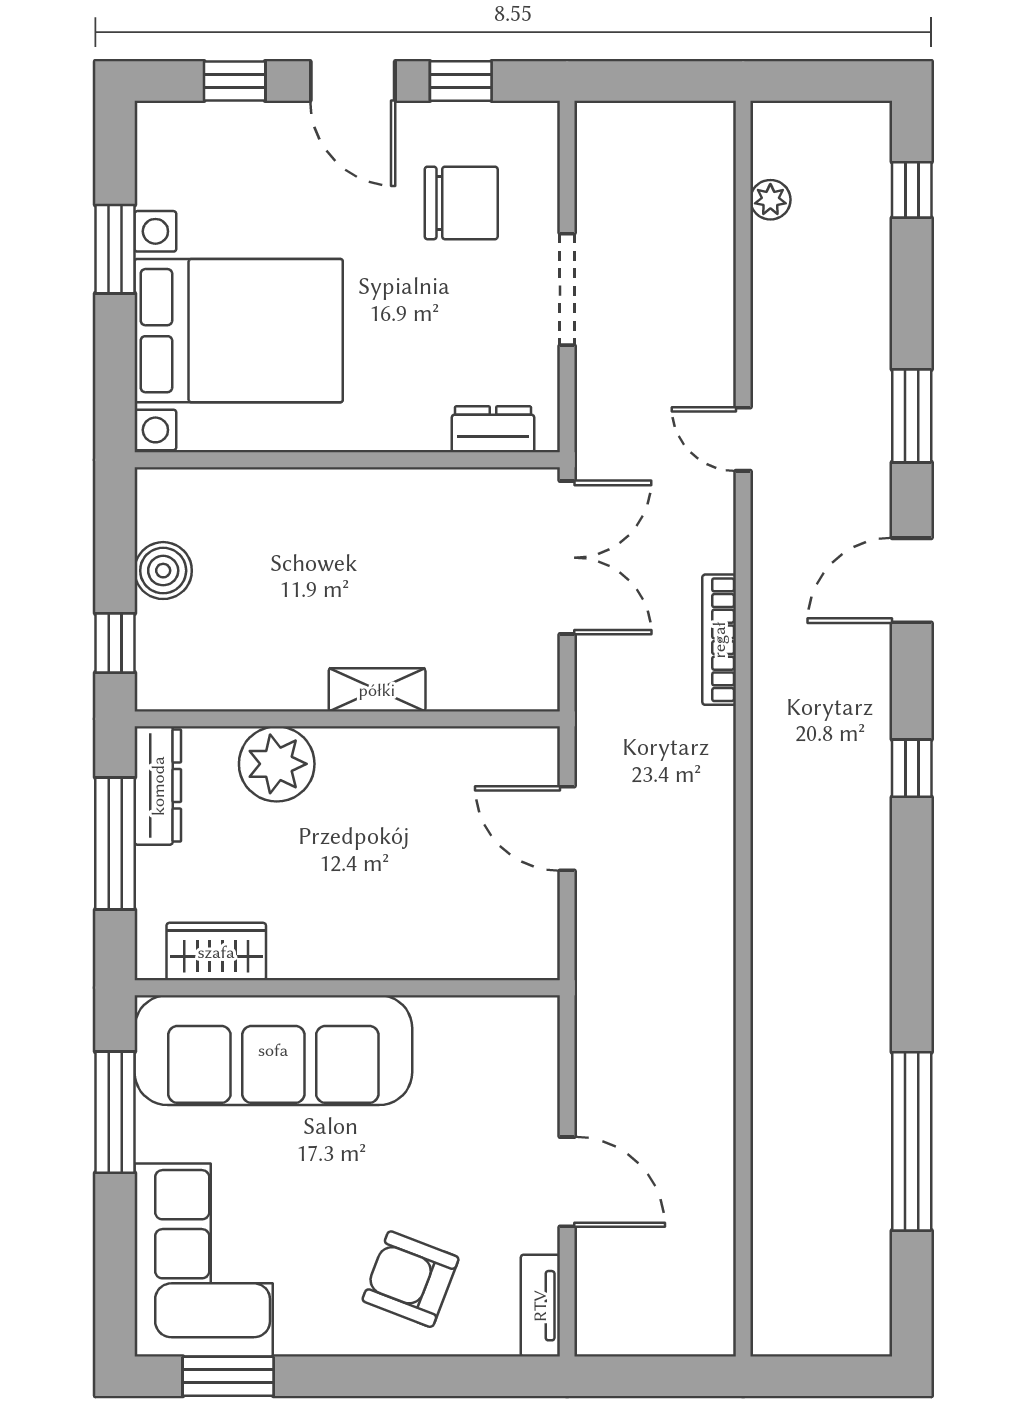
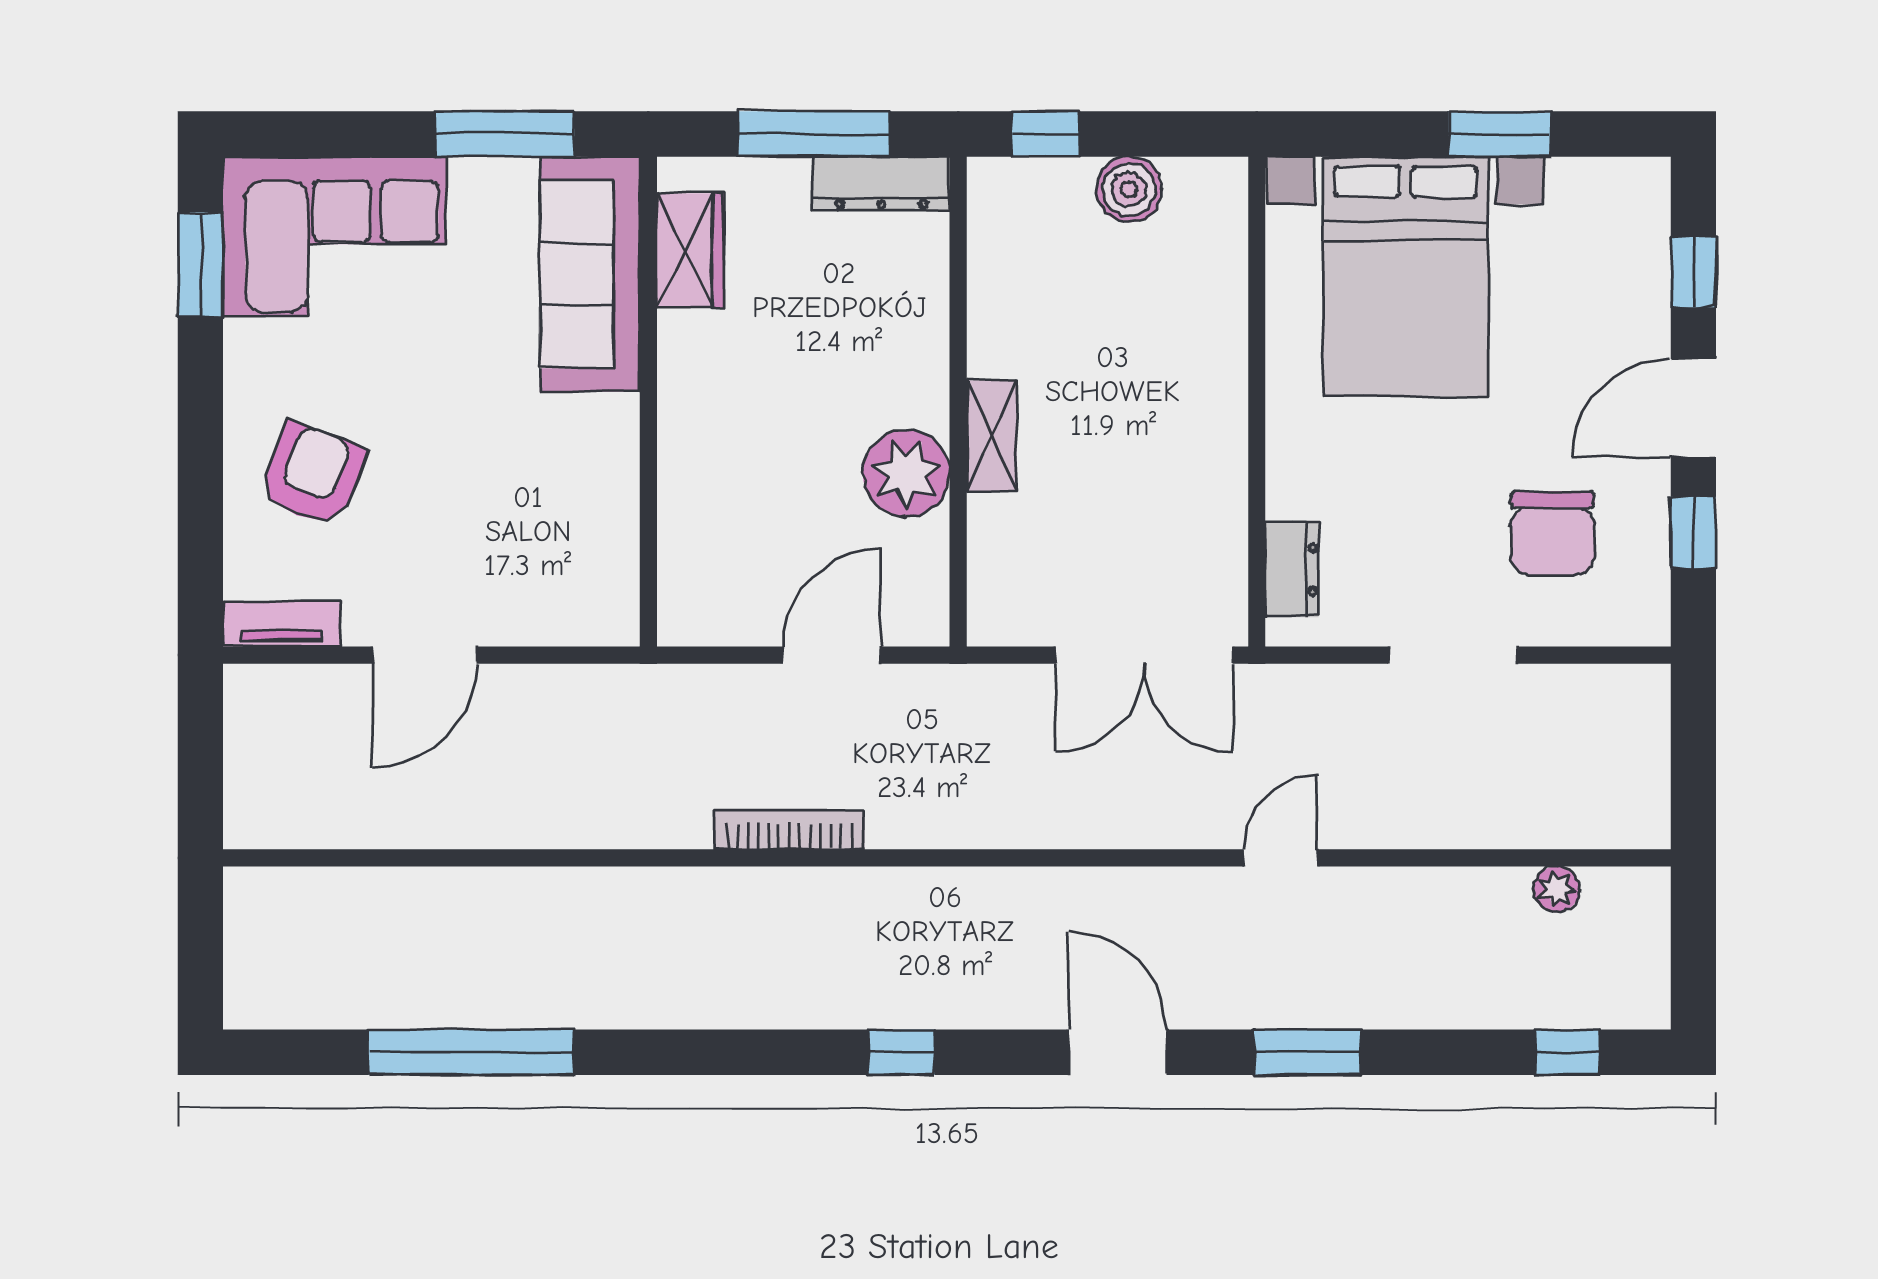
bookcase: (719, 640) -> (789, 830), moved
plant: (277, 764) -> (906, 474), moved
sofa: (273, 1050) -> (590, 274), width x0.74, depth x0.79

